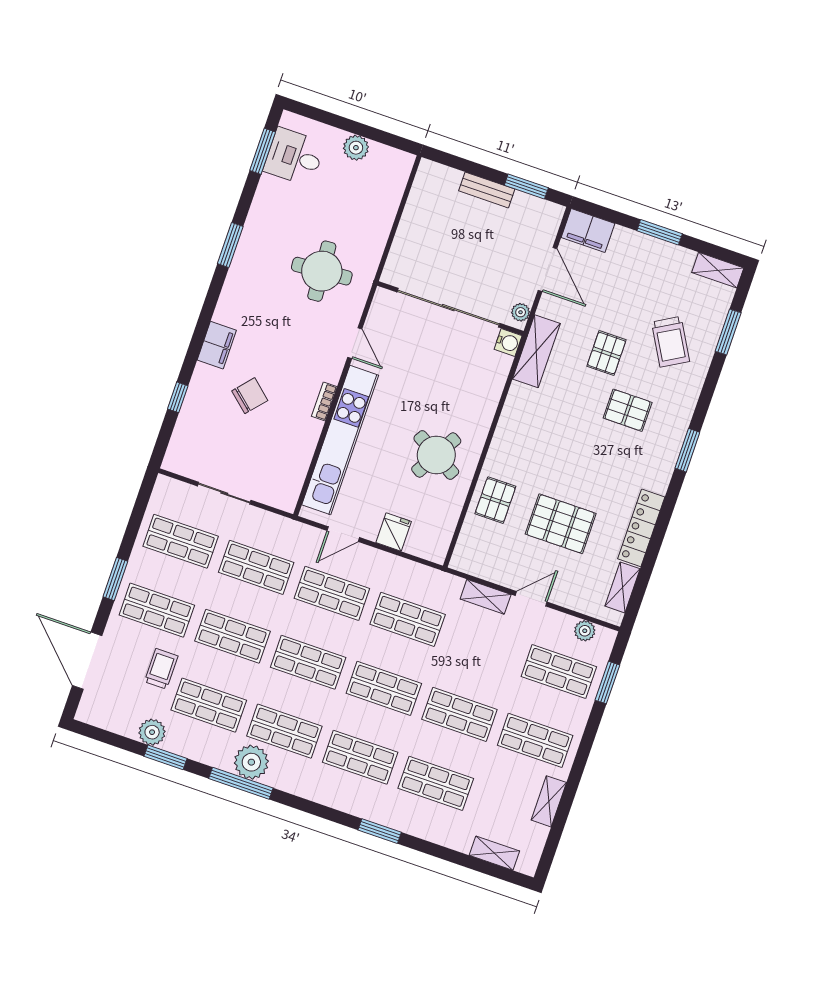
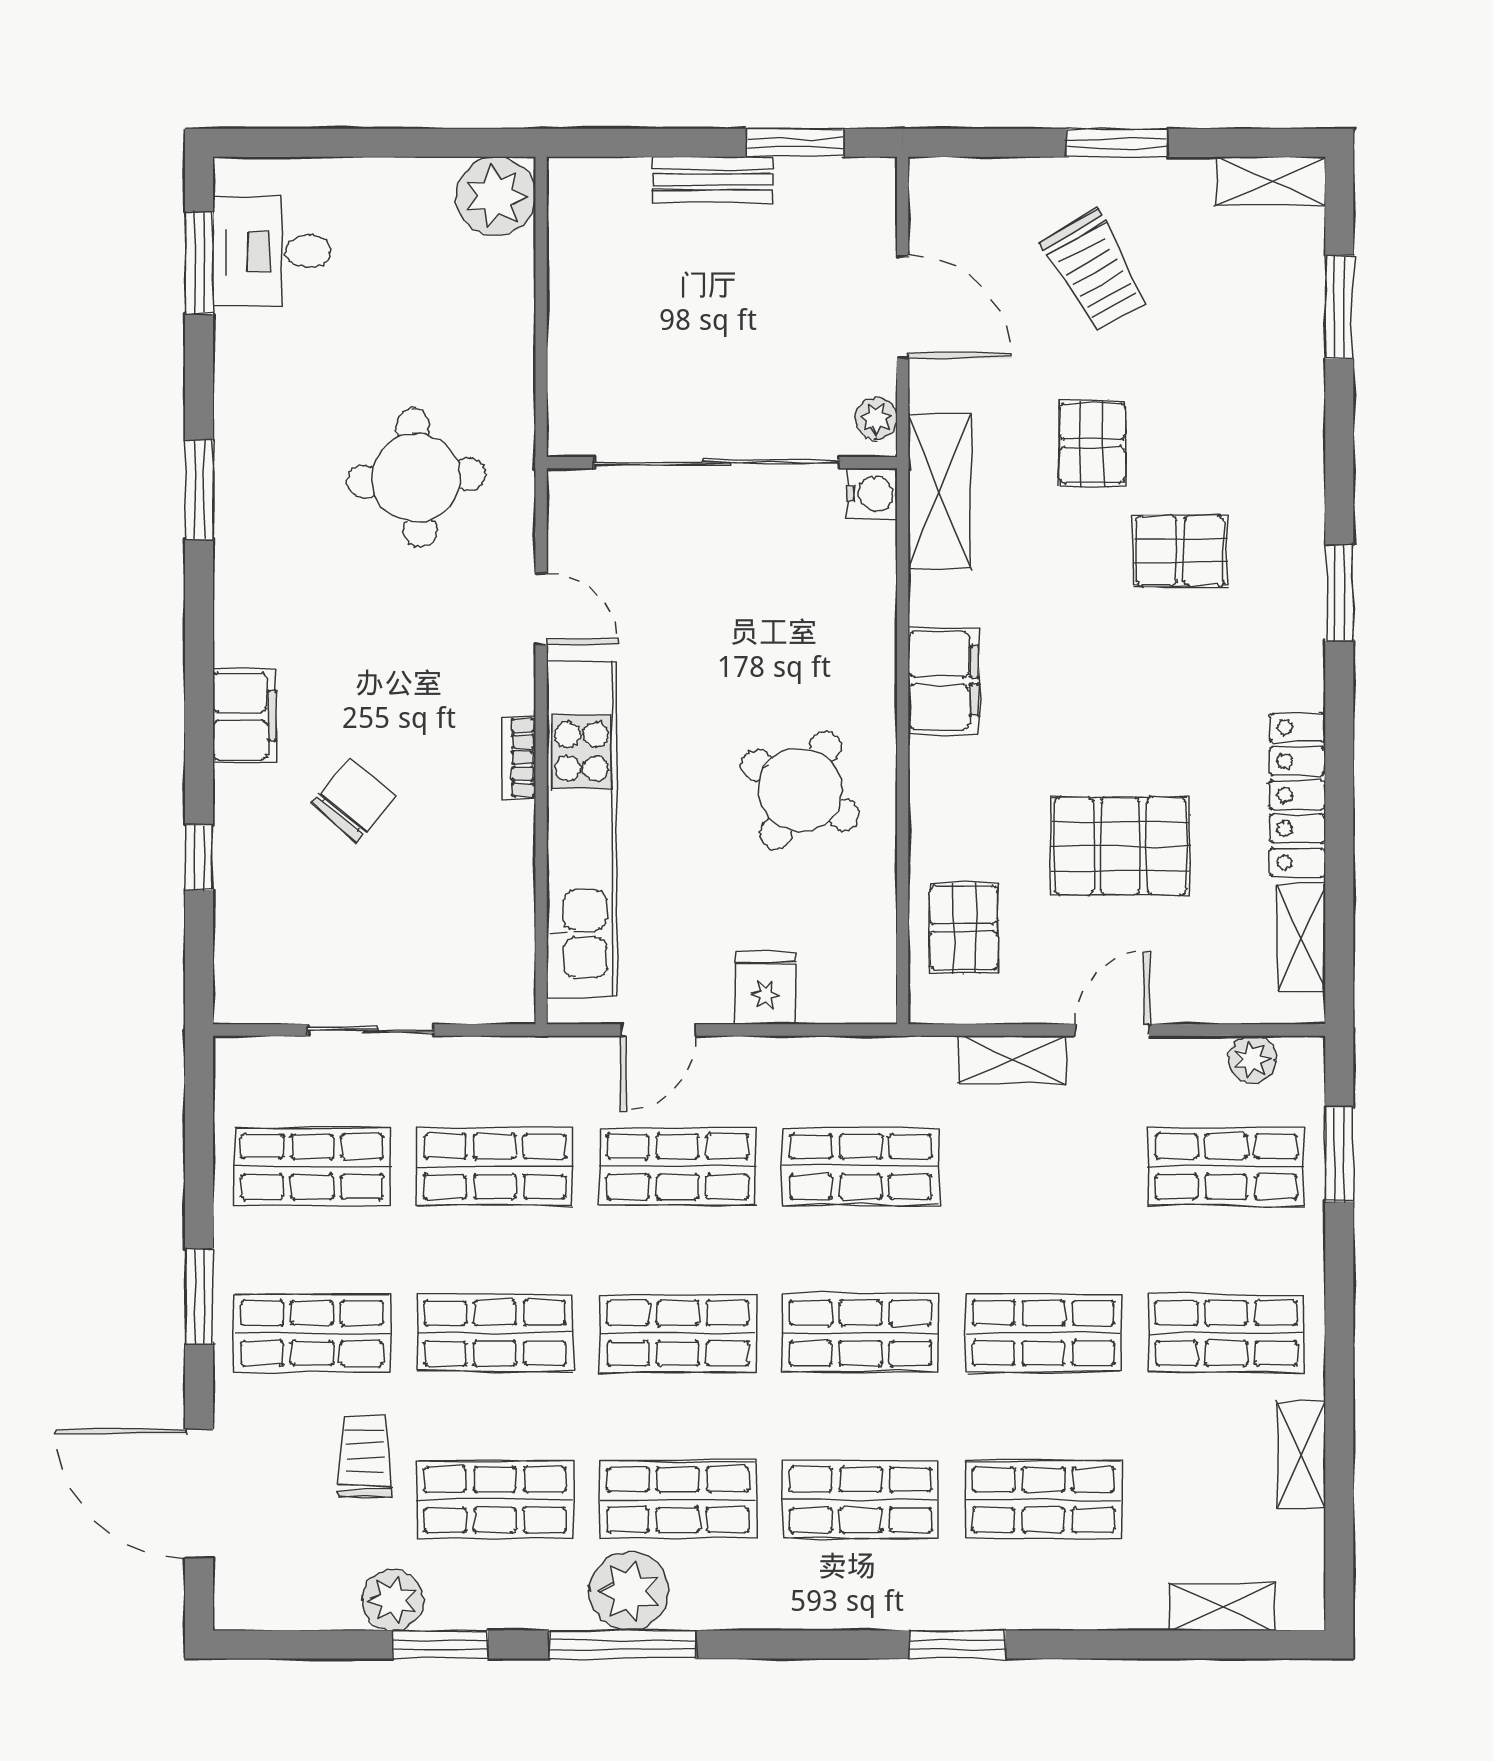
plant: (356, 148) -> (496, 196), moved, width x1.36, depth x1.36
filing cabinet: (588, 230) -> (944, 681), moved, turned -90
trolley: (670, 342) -> (1095, 271), moved
pallet: (495, 500) -> (964, 928), moved

